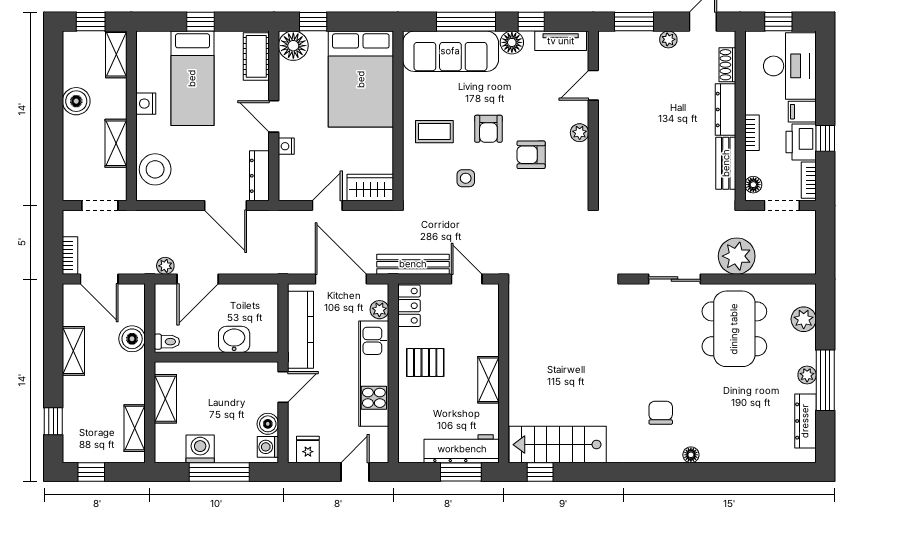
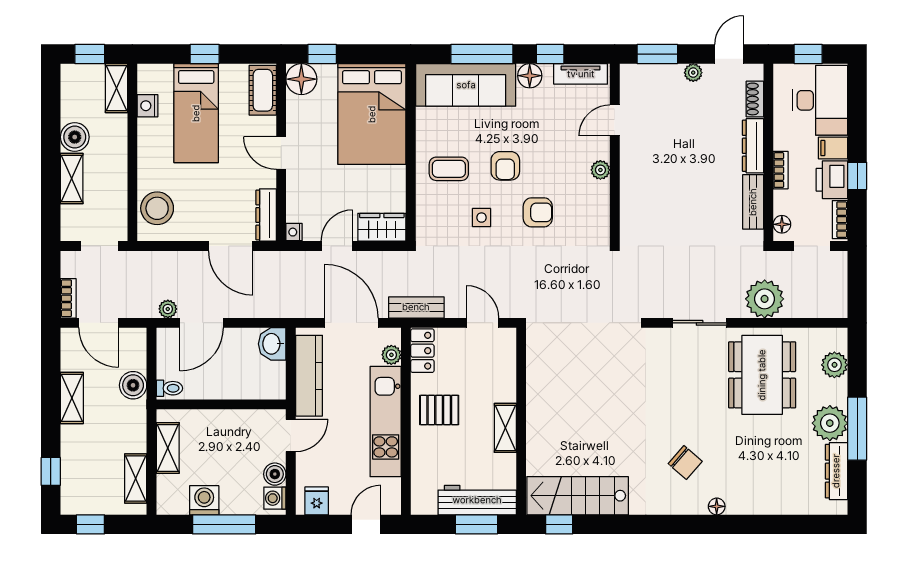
nightstand: (146, 104) -> (147, 106), moved
shelving: (116, 143) -> (72, 178), moved
nightstand: (286, 146) -> (294, 232), moved
armchair: (531, 155) -> (538, 212), moved, turned 180
bench: (413, 264) -> (416, 307), width x0.73
washbasin: (234, 339) -> (272, 344), moved, turned -90
plant: (807, 375) -> (830, 423), width x1.88, depth x1.88
chair: (661, 413) -> (685, 463), turned 131

